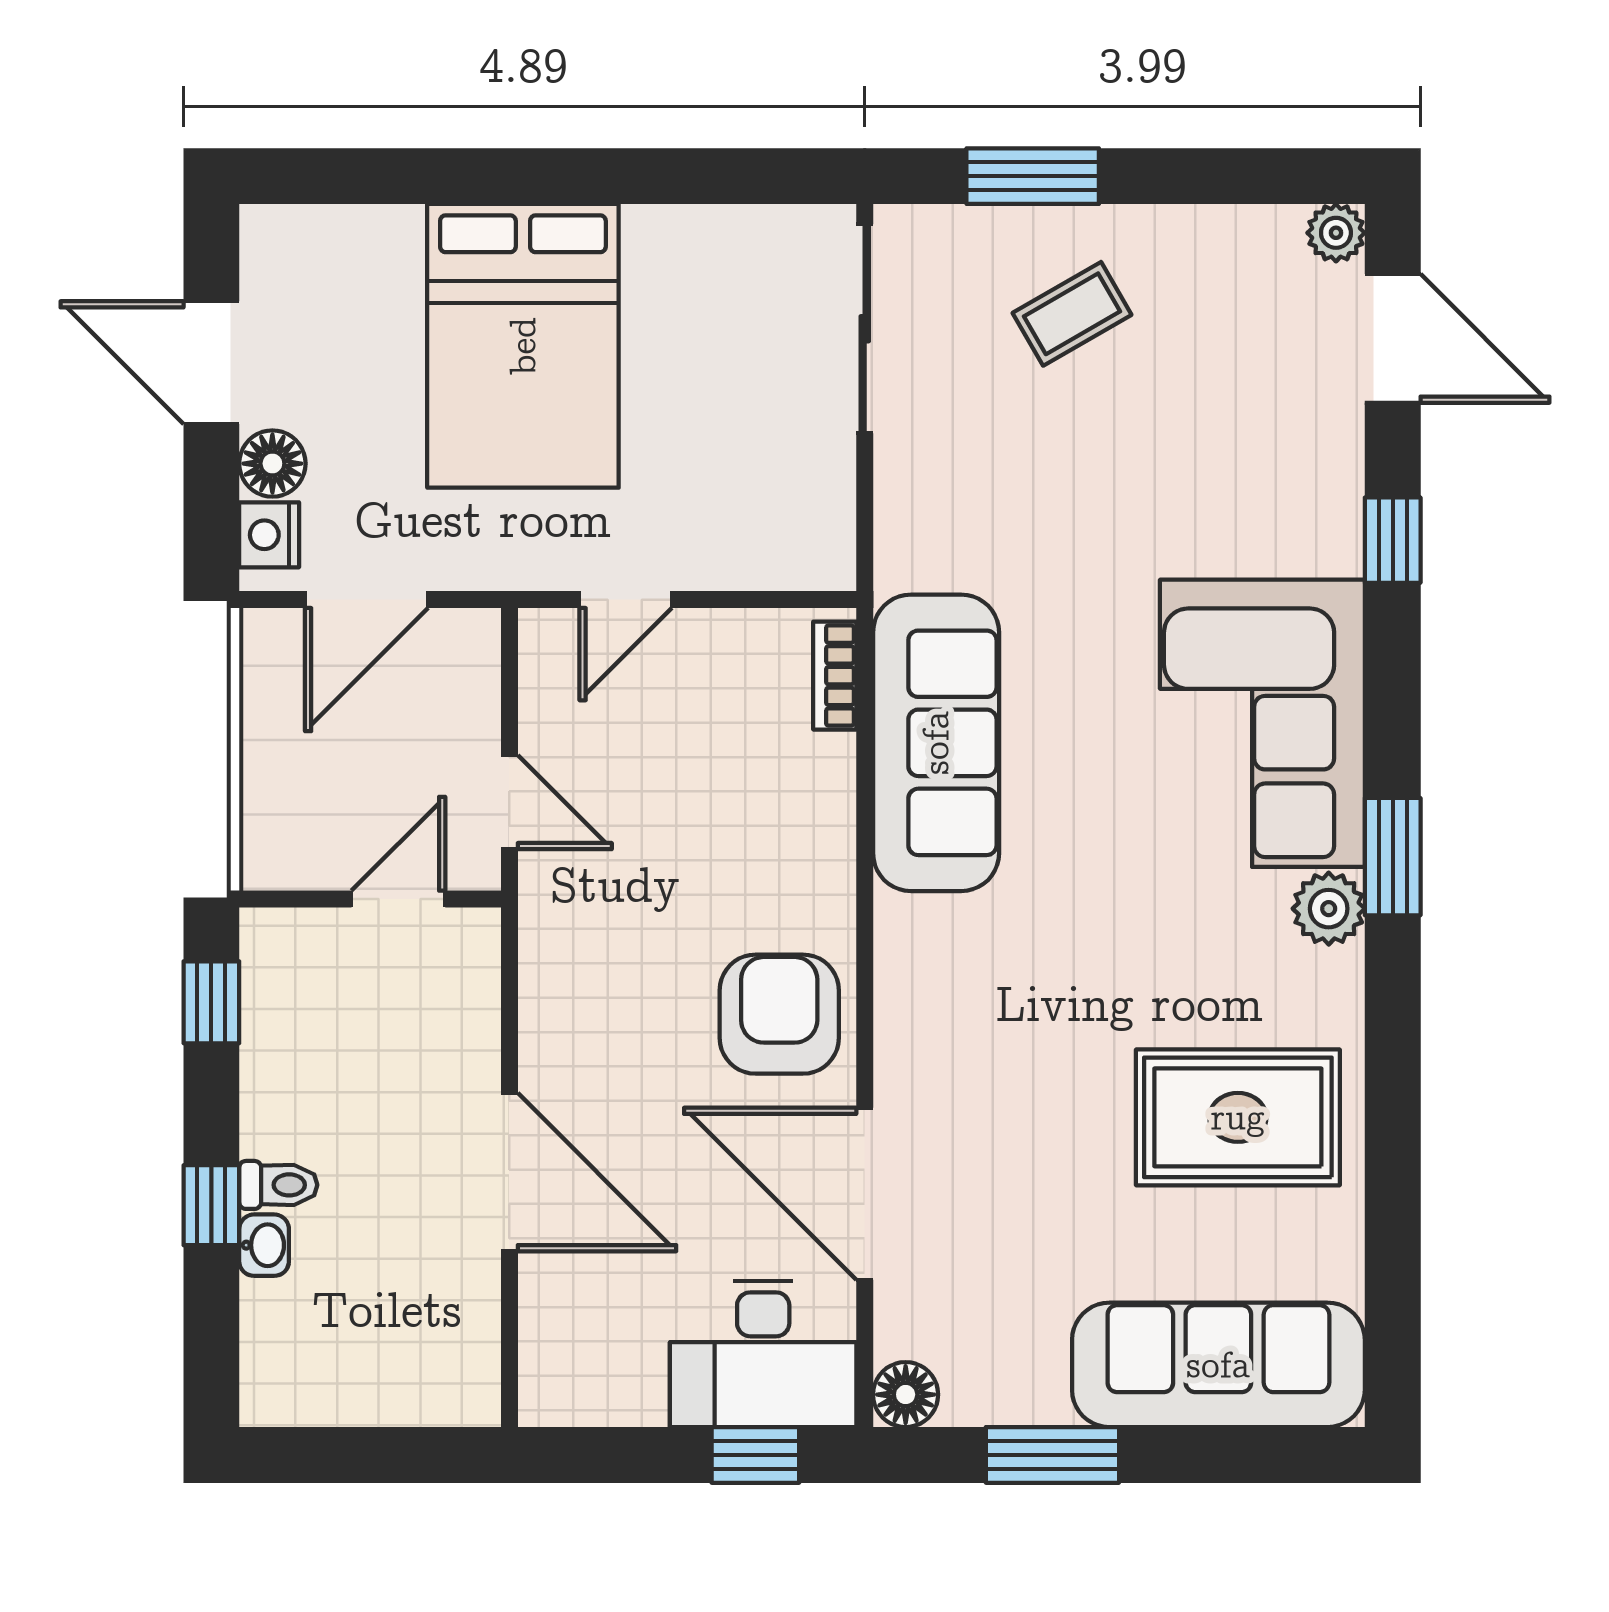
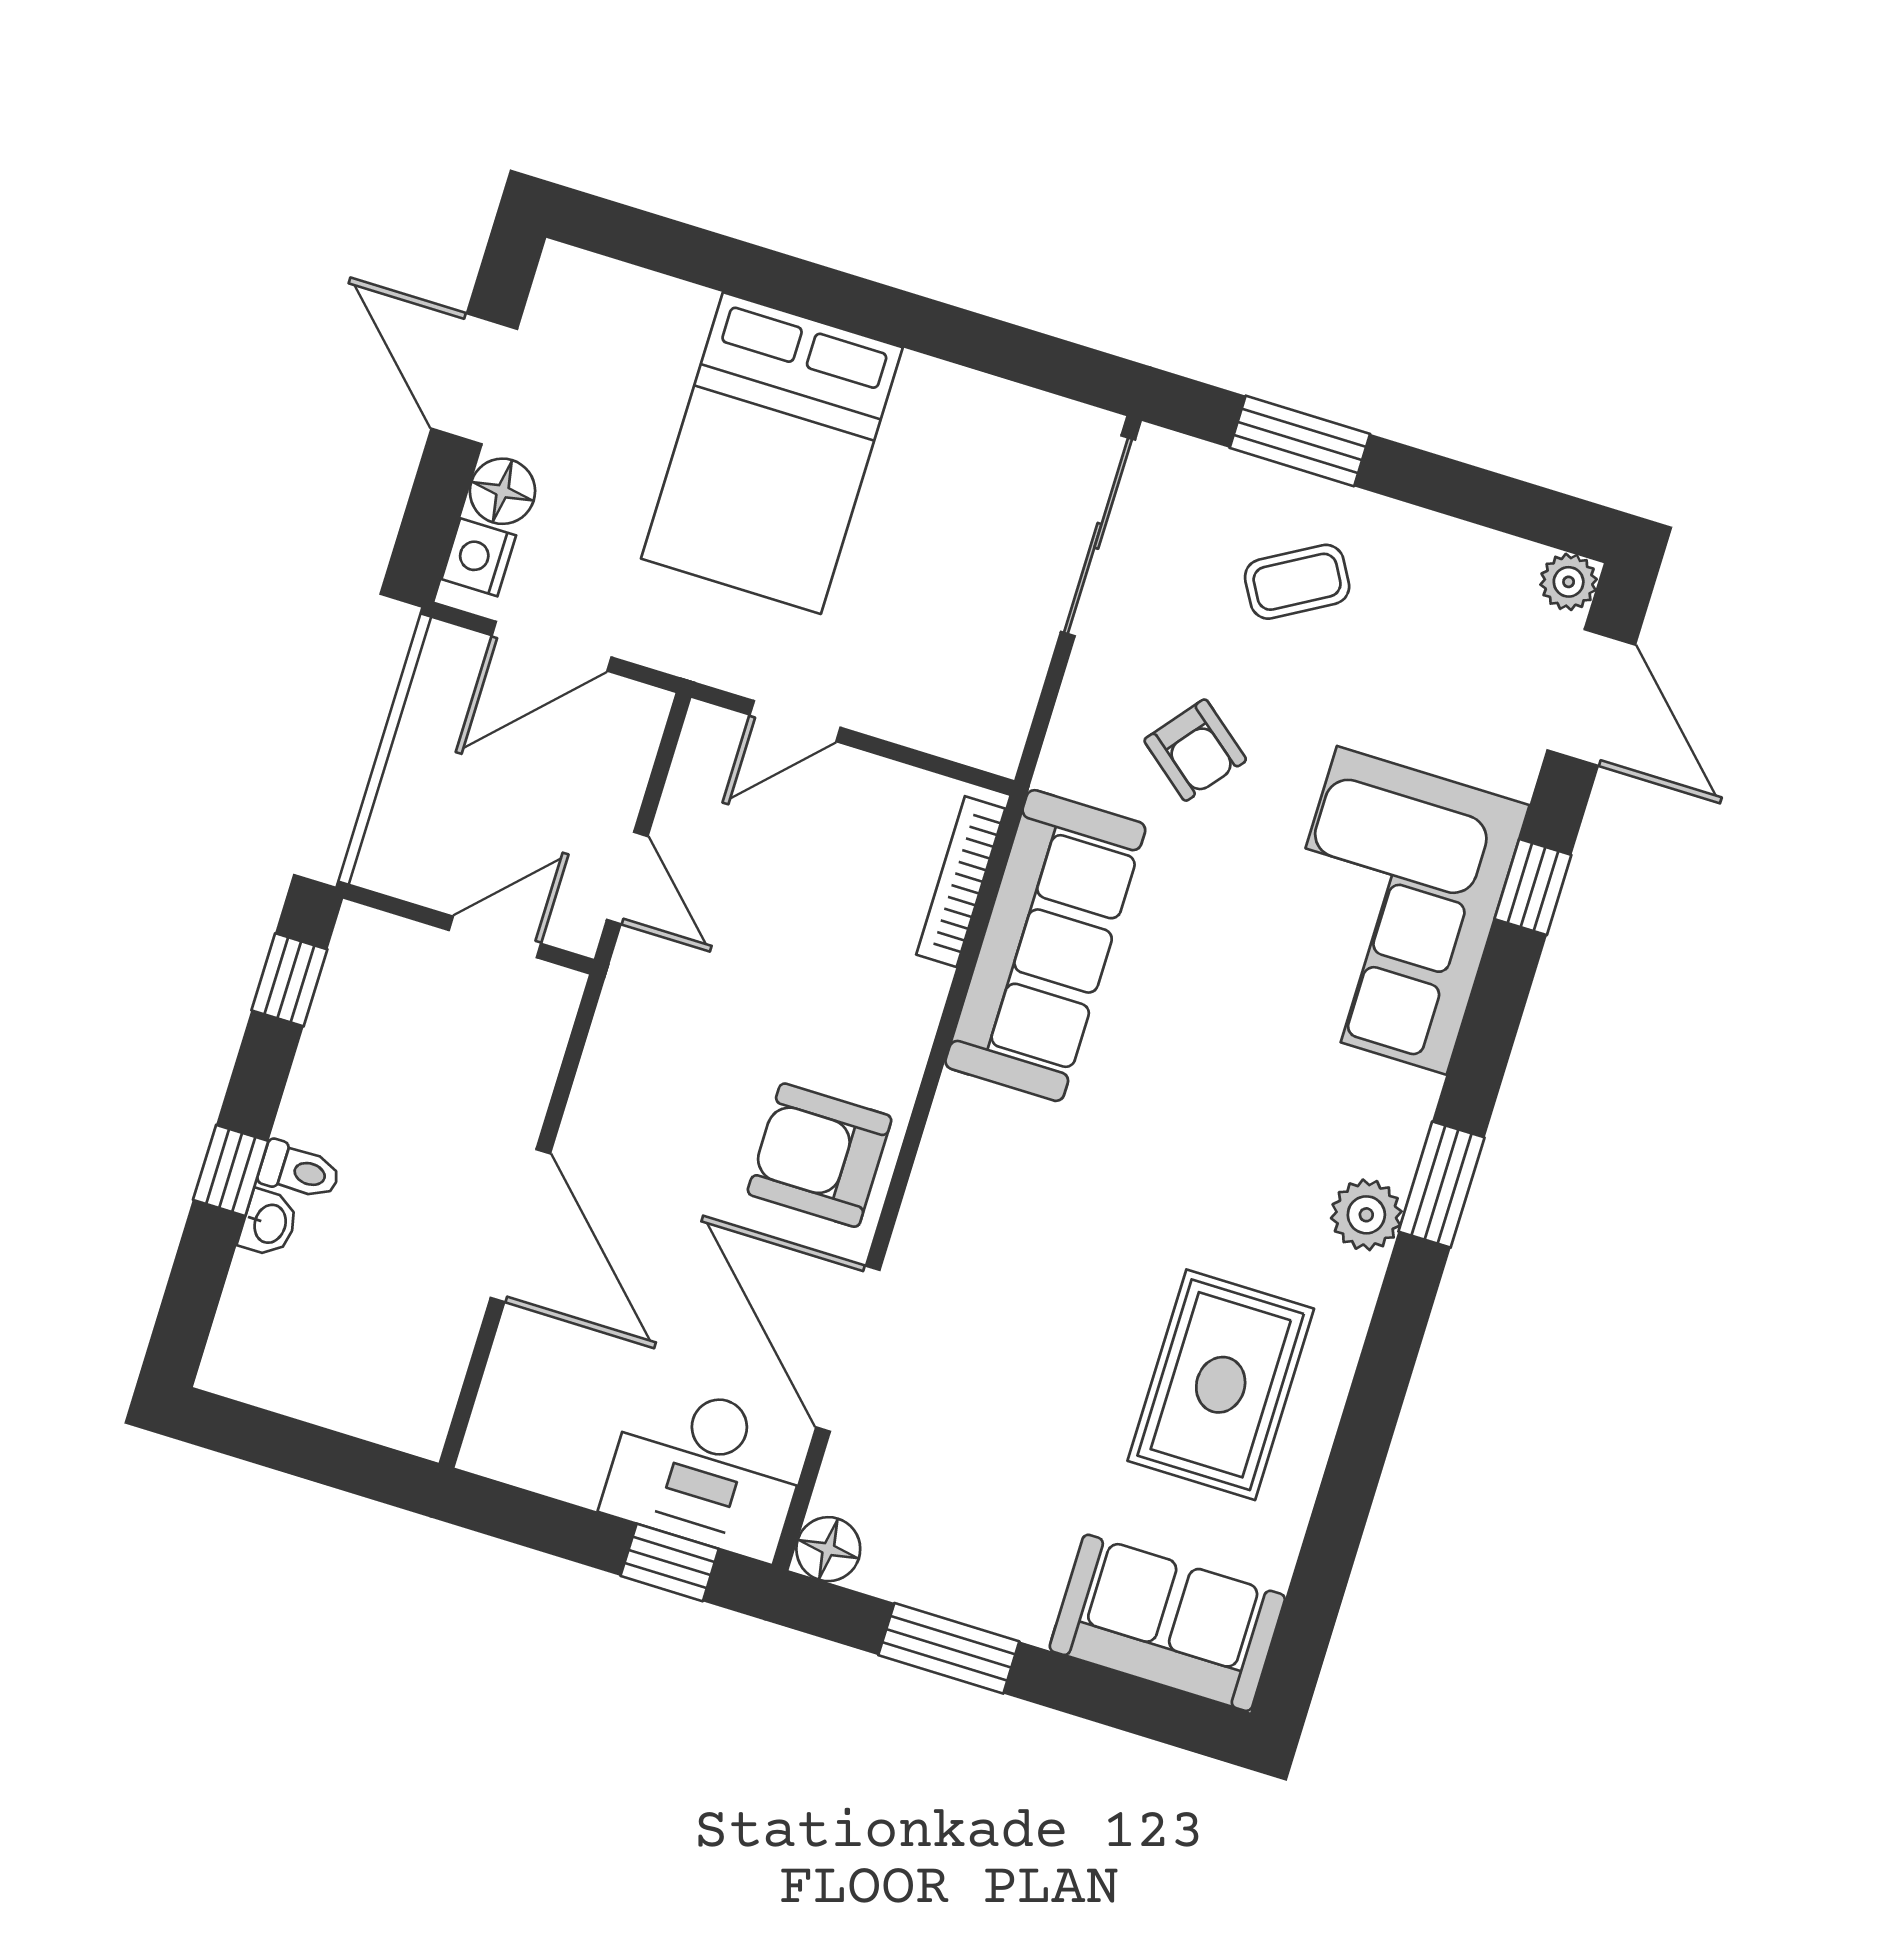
armchair: (1023, 508) -> (1195, 750), added
bookcase: (835, 676) -> (961, 882), width x1.56
corner sofa: (1262, 723) -> (1392, 910), moved
armchair: (779, 1014) -> (820, 1155), turned -90
rug: (1238, 1117) -> (1221, 1385), turned 90
sofa: (1218, 1365) -> (1167, 1623), width x0.73

